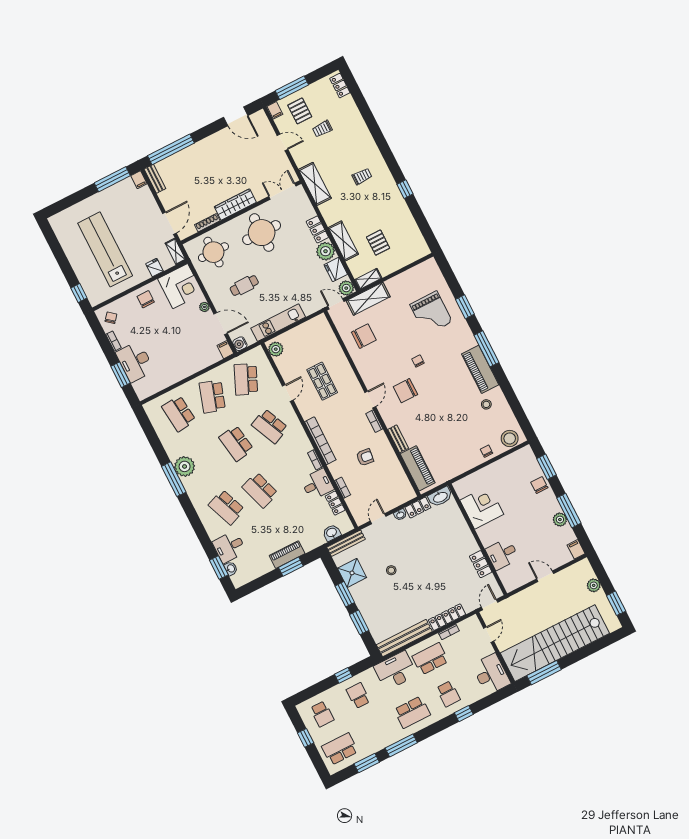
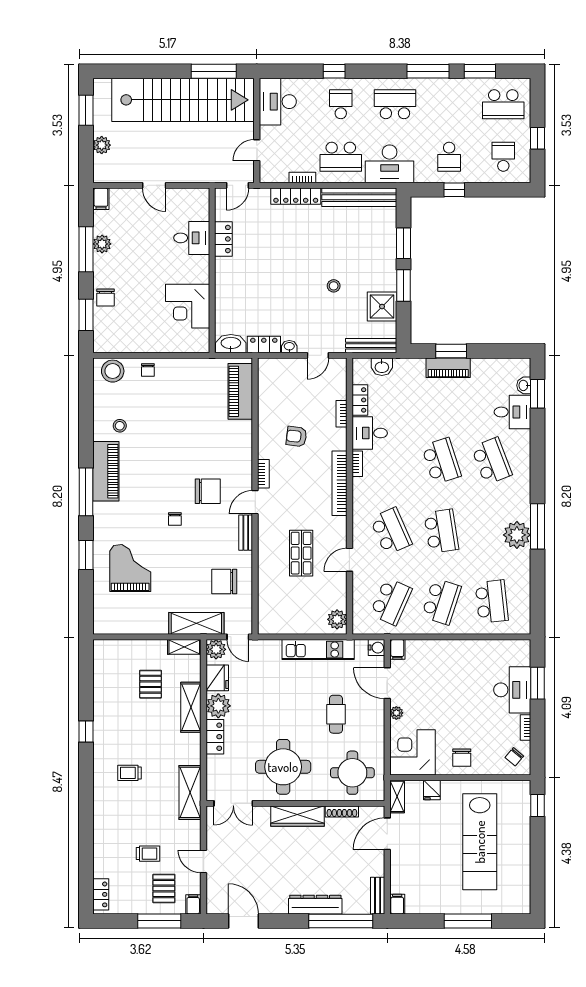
dresser: (193, 152) -> (315, 905), added
window: (112, 179) -> (468, 921), moved
cafe table: (244, 286) -> (336, 714), turned 90
bench: (398, 439) -> (246, 533), moved

